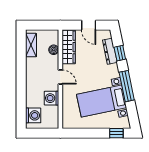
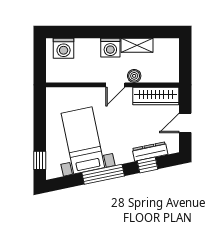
shelving: (31, 45) -> (137, 45), moved
boiler: (54, 50) -> (134, 76), moved
washing machine: (52, 98) -> (110, 48), moved, turned 180

